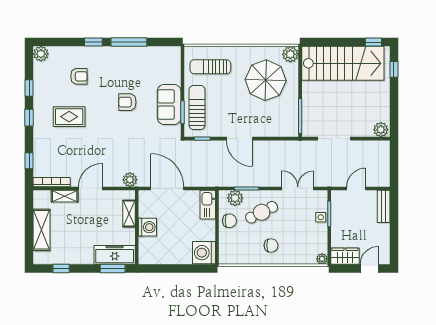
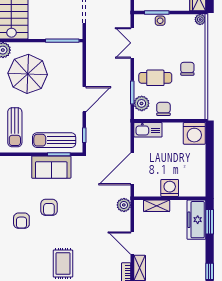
armchair: (79, 76) -> (21, 221), moved, turned 180
cafe table: (262, 212) -> (155, 78), turned -63

